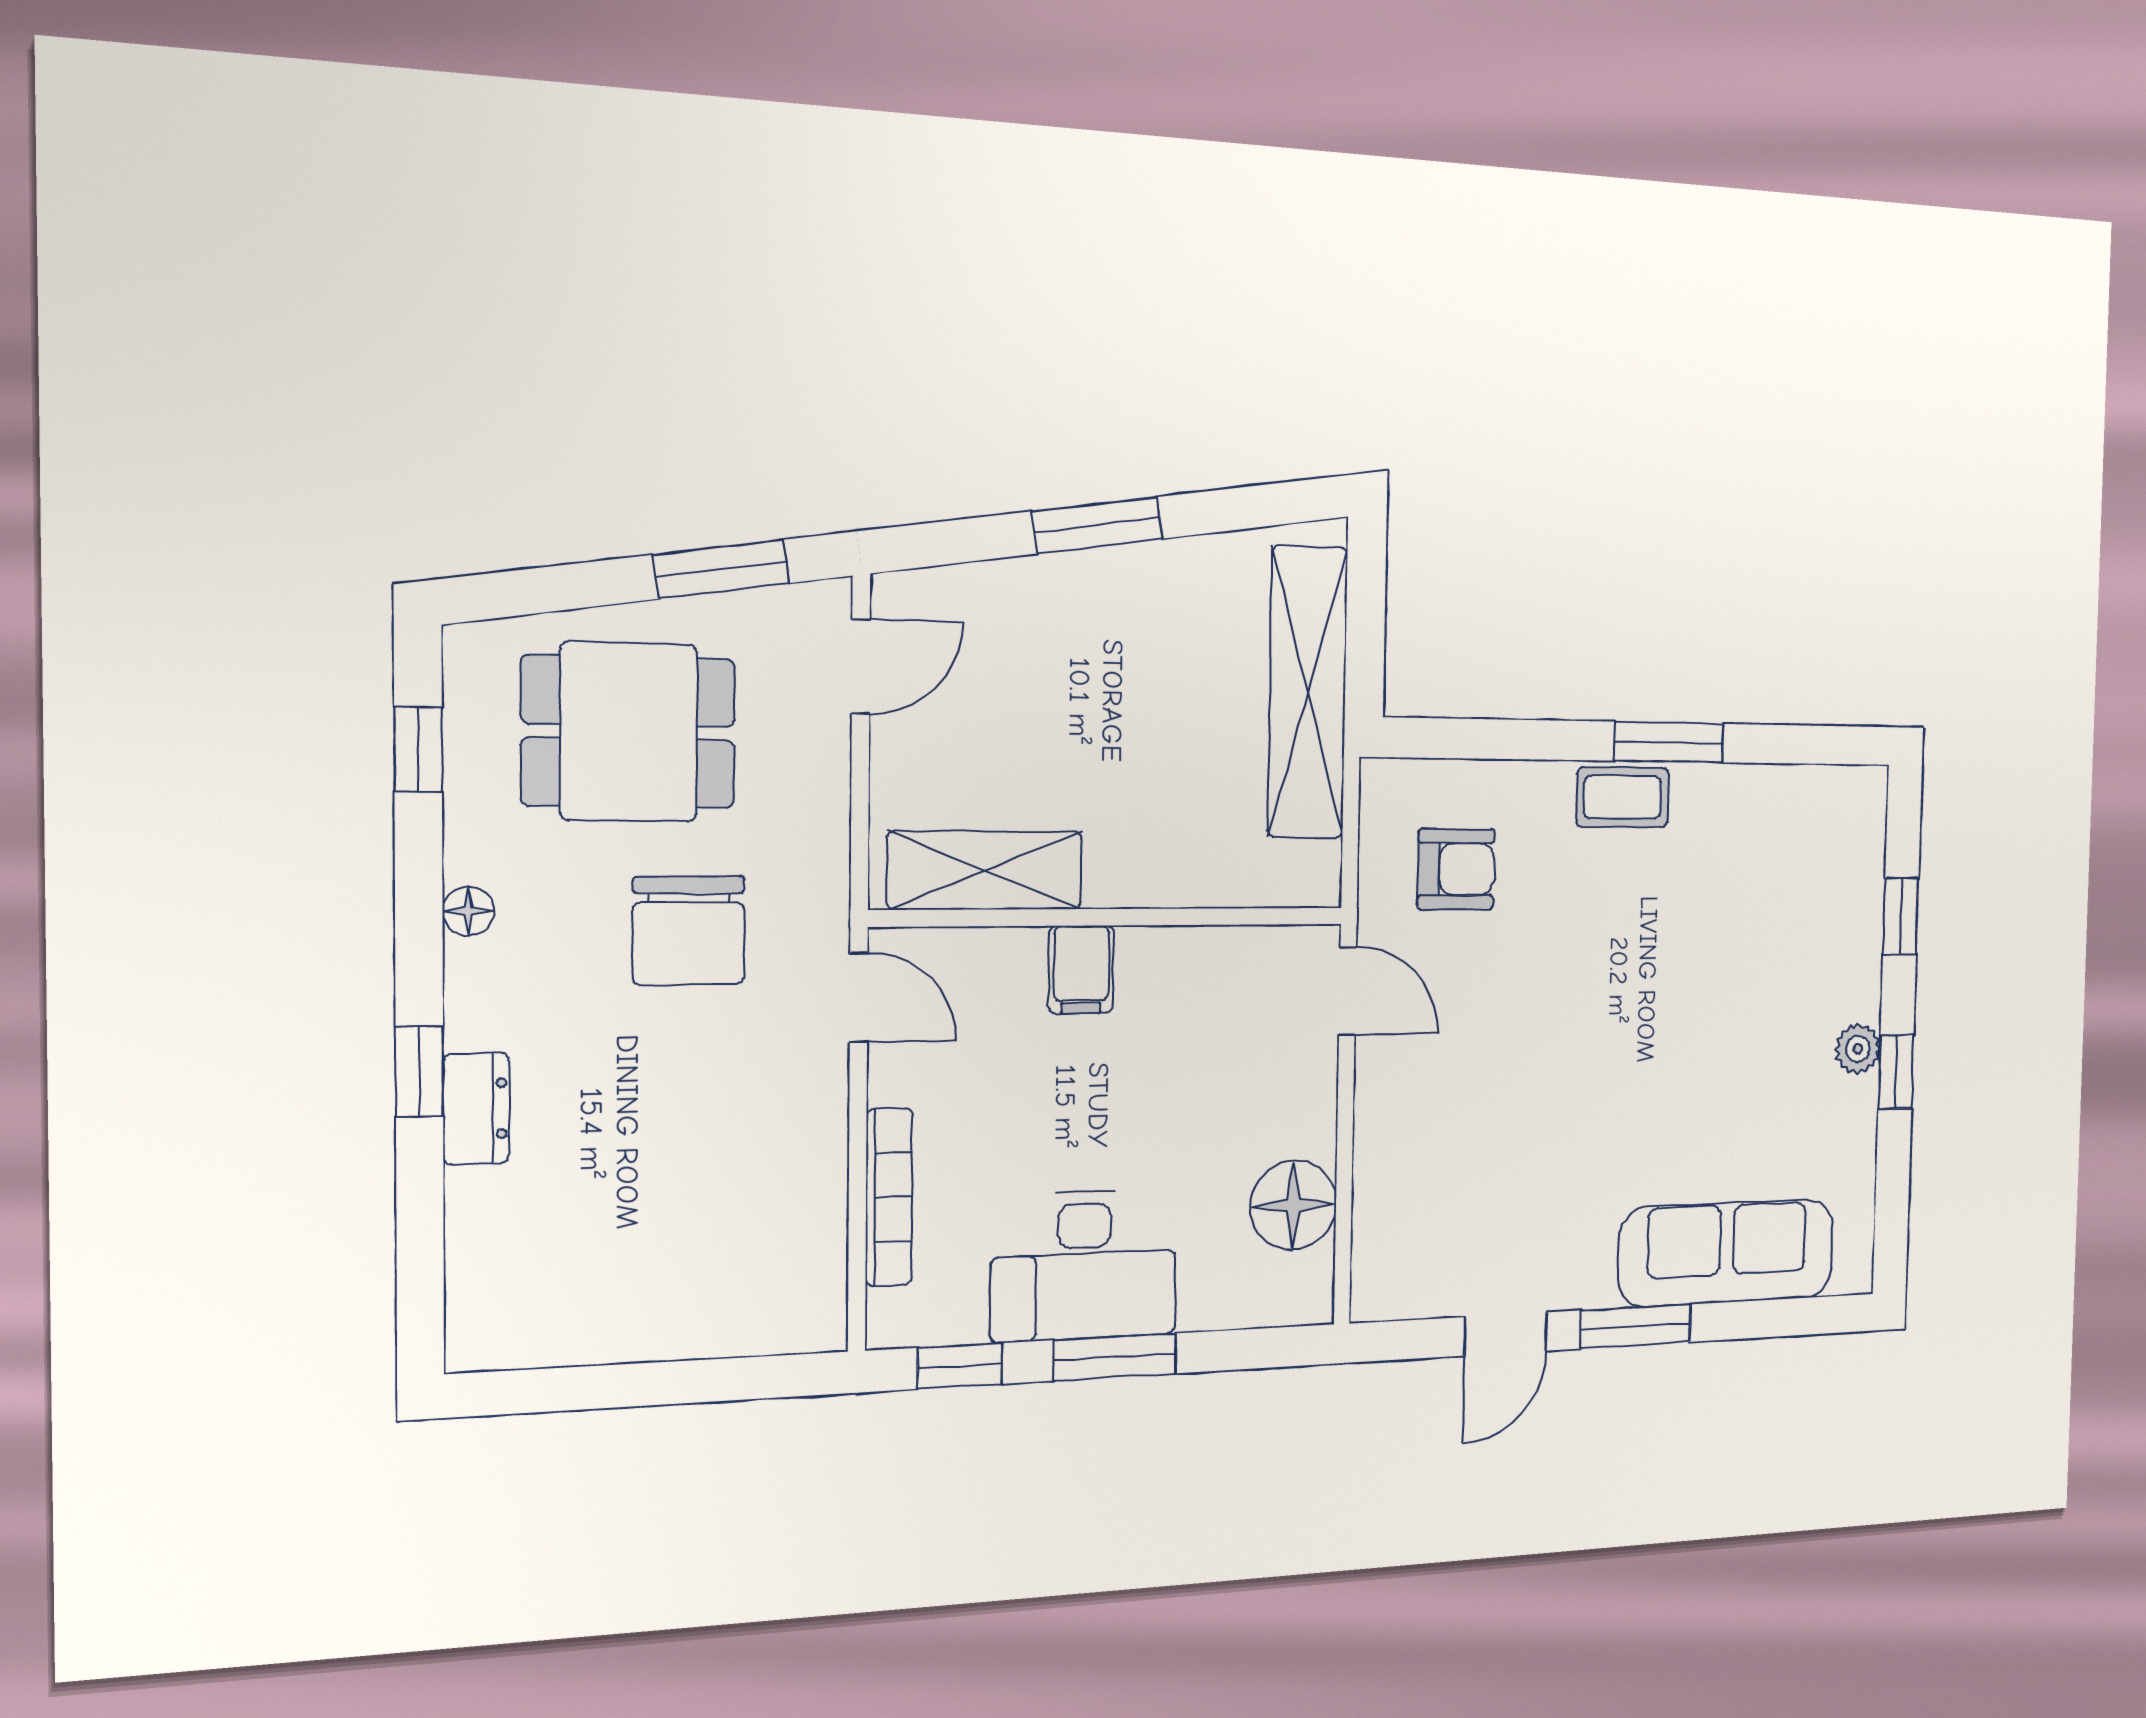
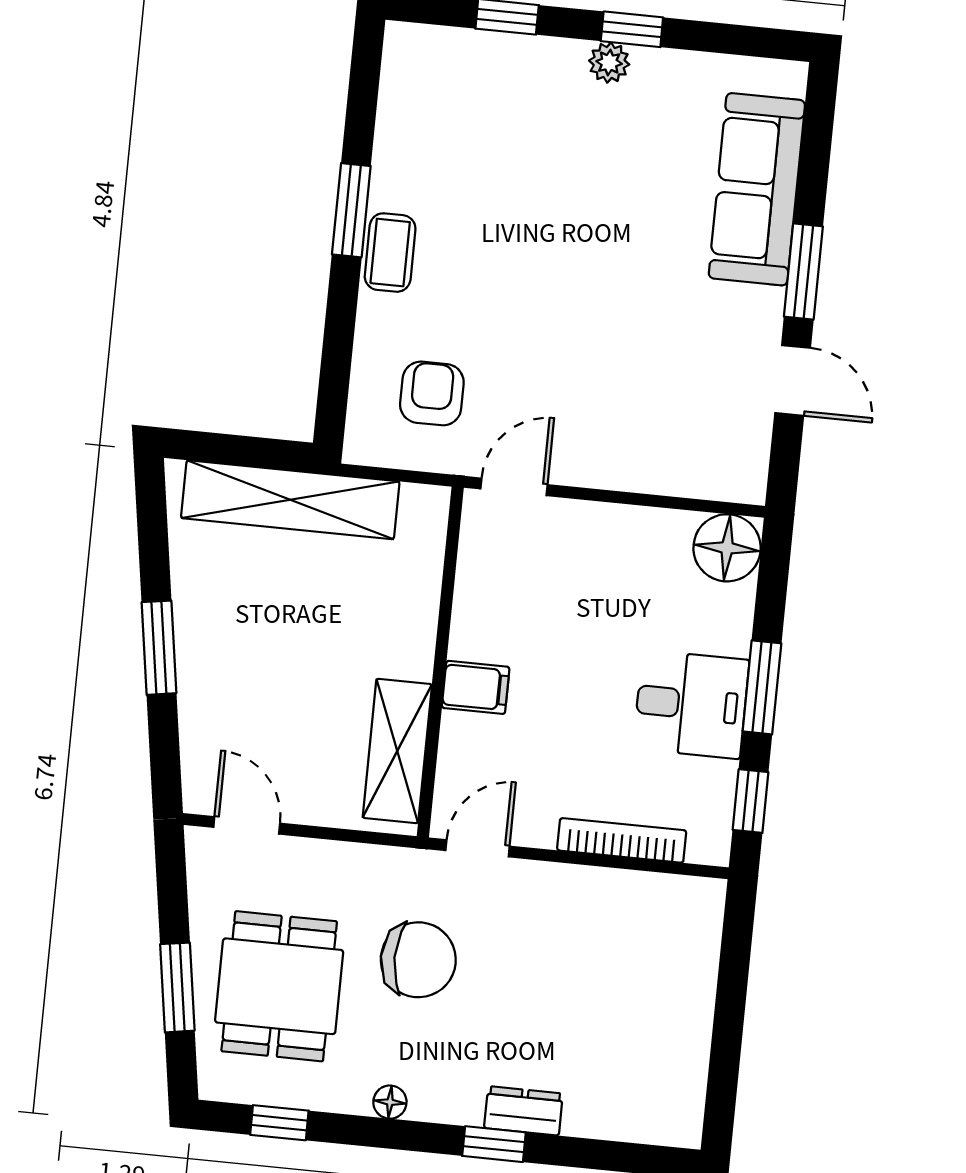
window: (721, 569) -> (177, 987), moved
floor lamp: (1293, 1205) -> (727, 548), moved
desk: (1084, 1265) -> (691, 704), width x0.73

